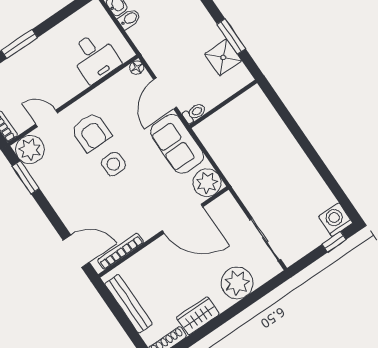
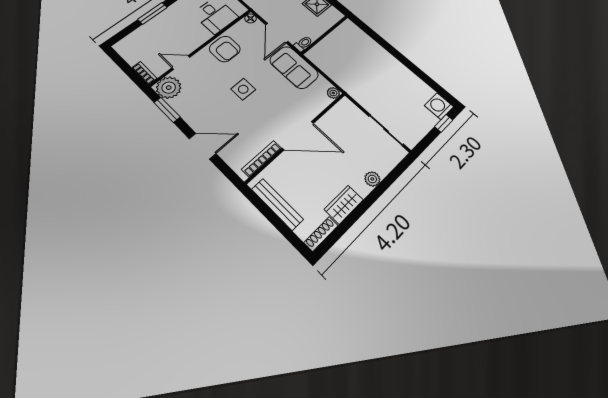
armchair: (91, 132) -> (225, 49), moved
plant: (207, 183) -> (333, 93), width x0.53, depth x0.53
door: (183, 219) -> (298, 136), moved
door: (76, 251) -> (202, 146), moved
plant: (237, 283) -> (372, 179), width x0.53, depth x0.53

